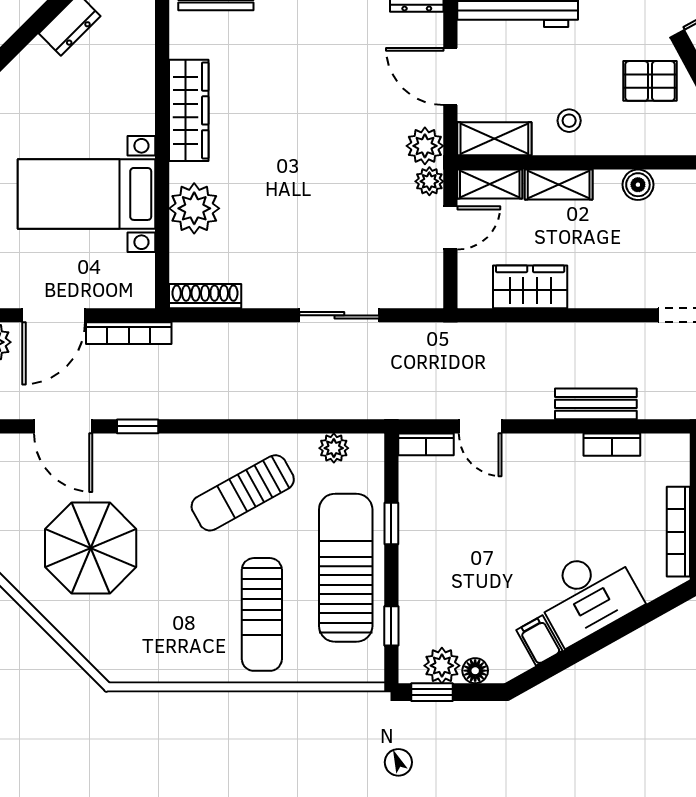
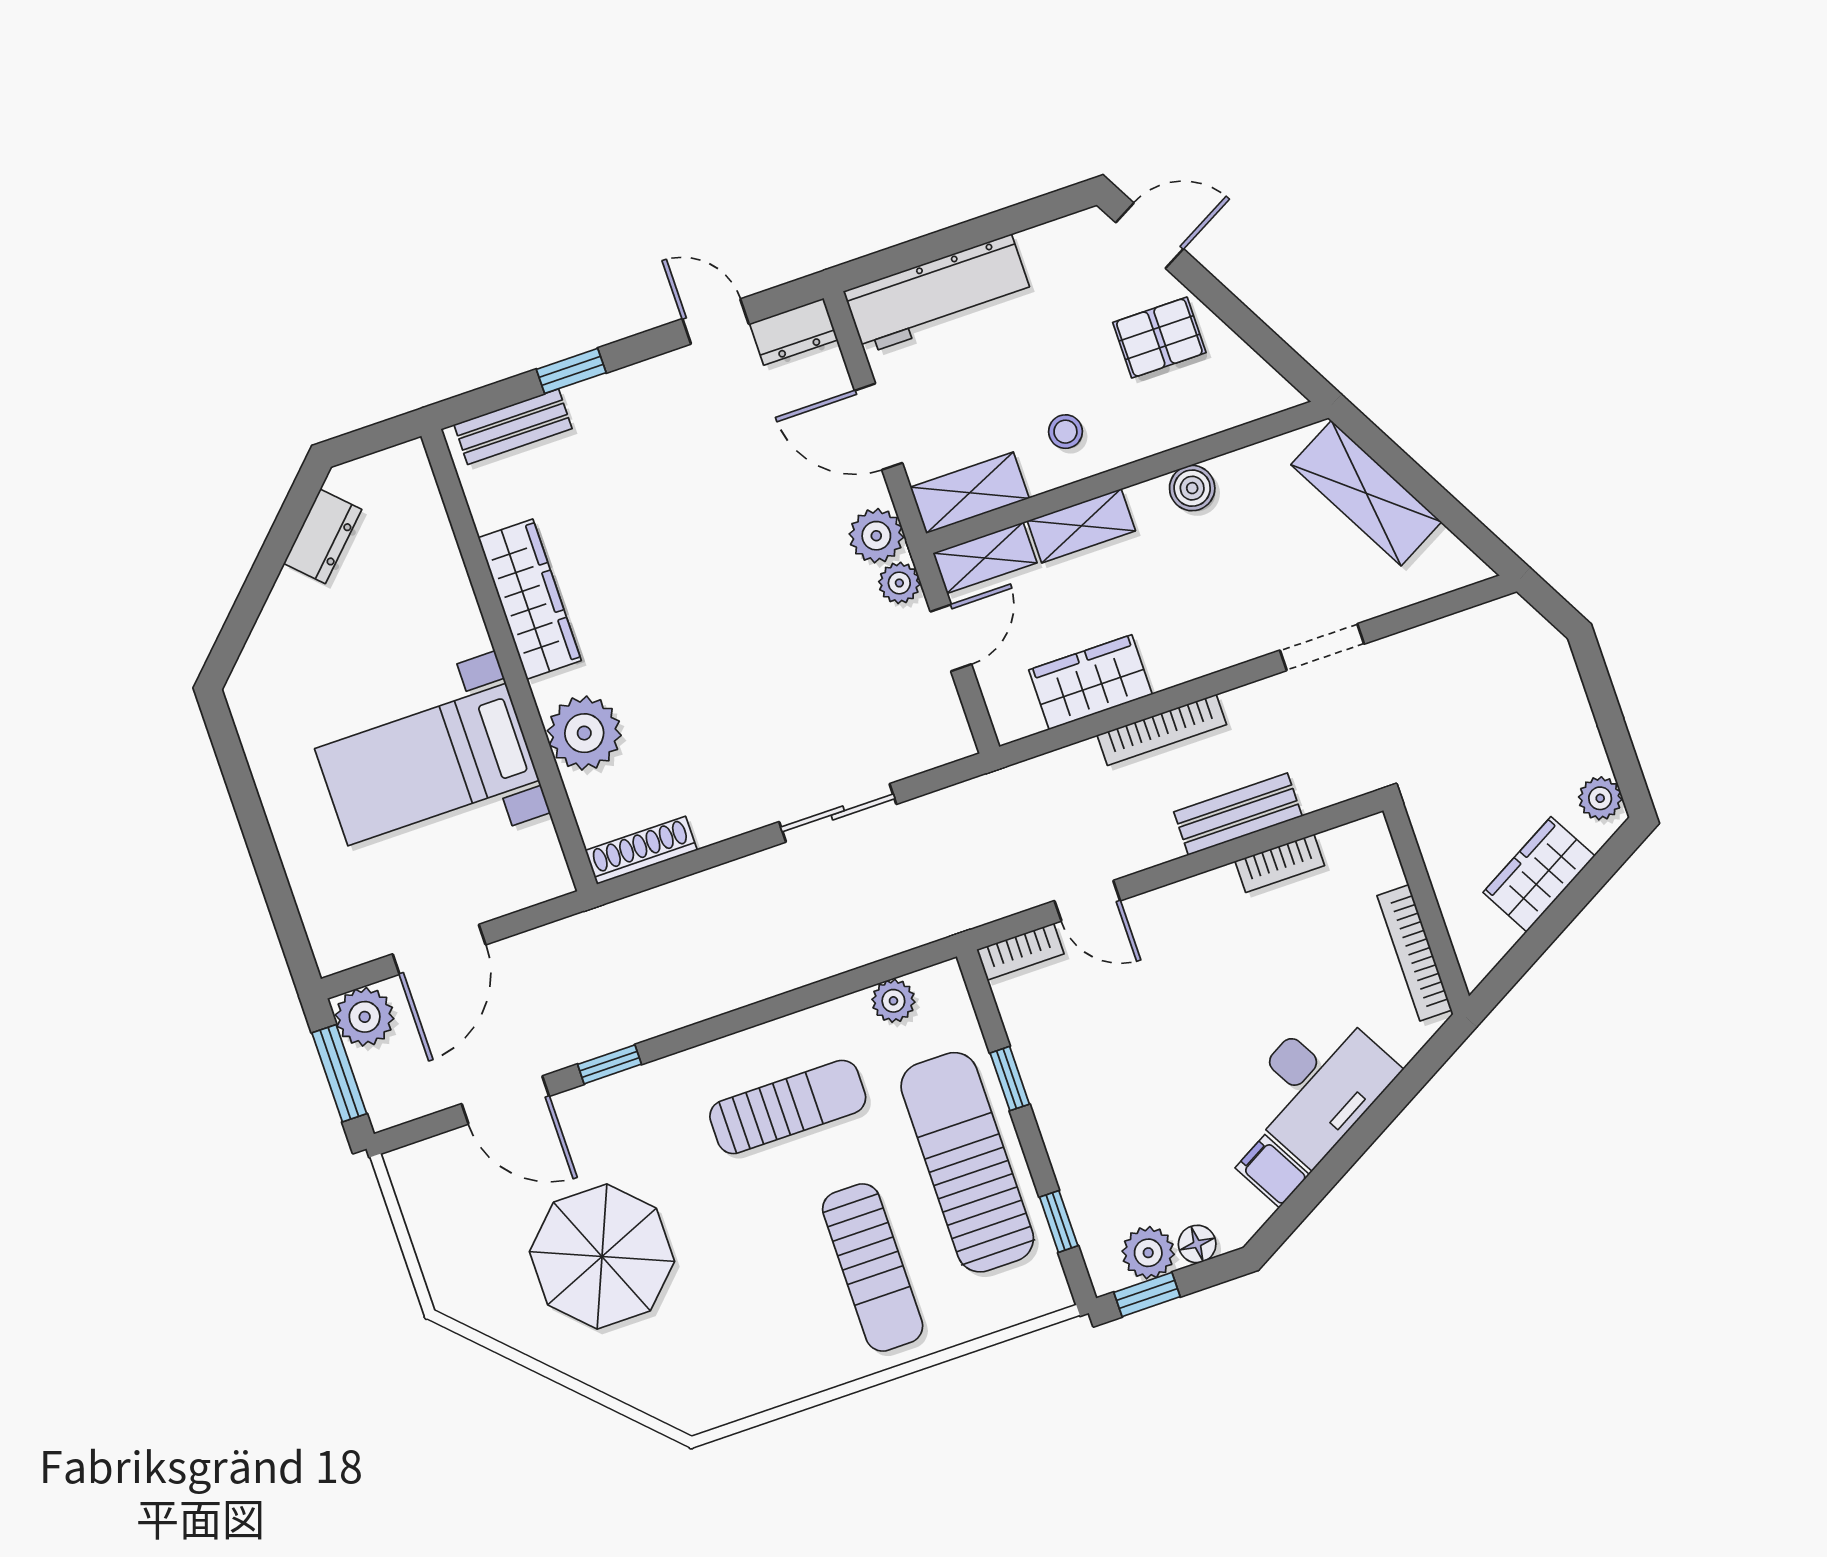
bookcase: (129, 333) -> (1162, 730), moved
sun lounger: (243, 493) -> (788, 1107), turned -151

